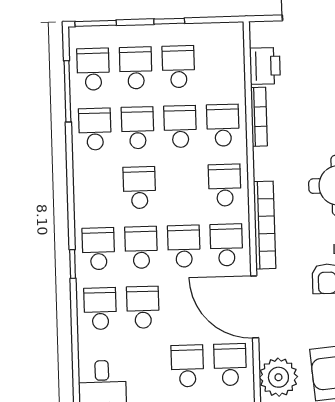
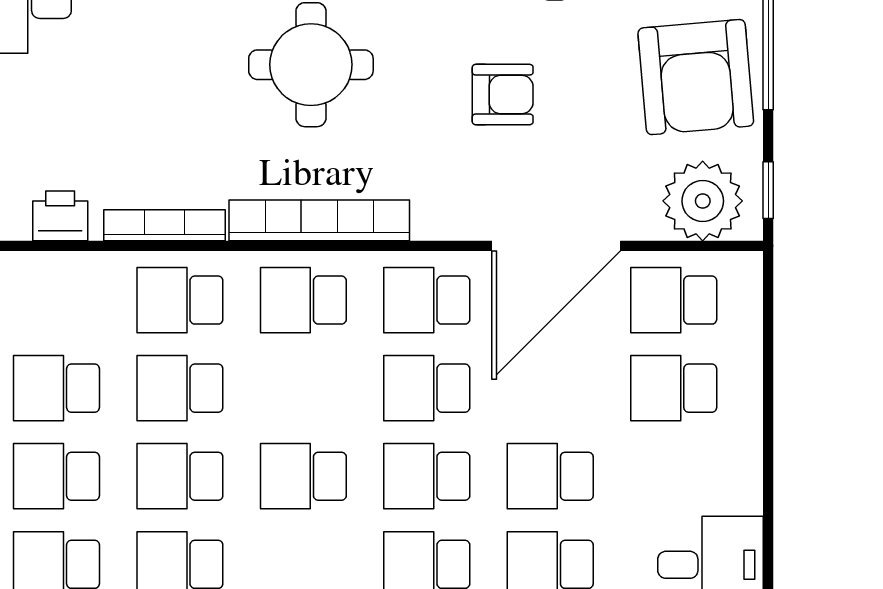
printer: (265, 66) -> (60, 216), width x0.73, depth x0.81
bookcase: (265, 225) -> (319, 220), moved

